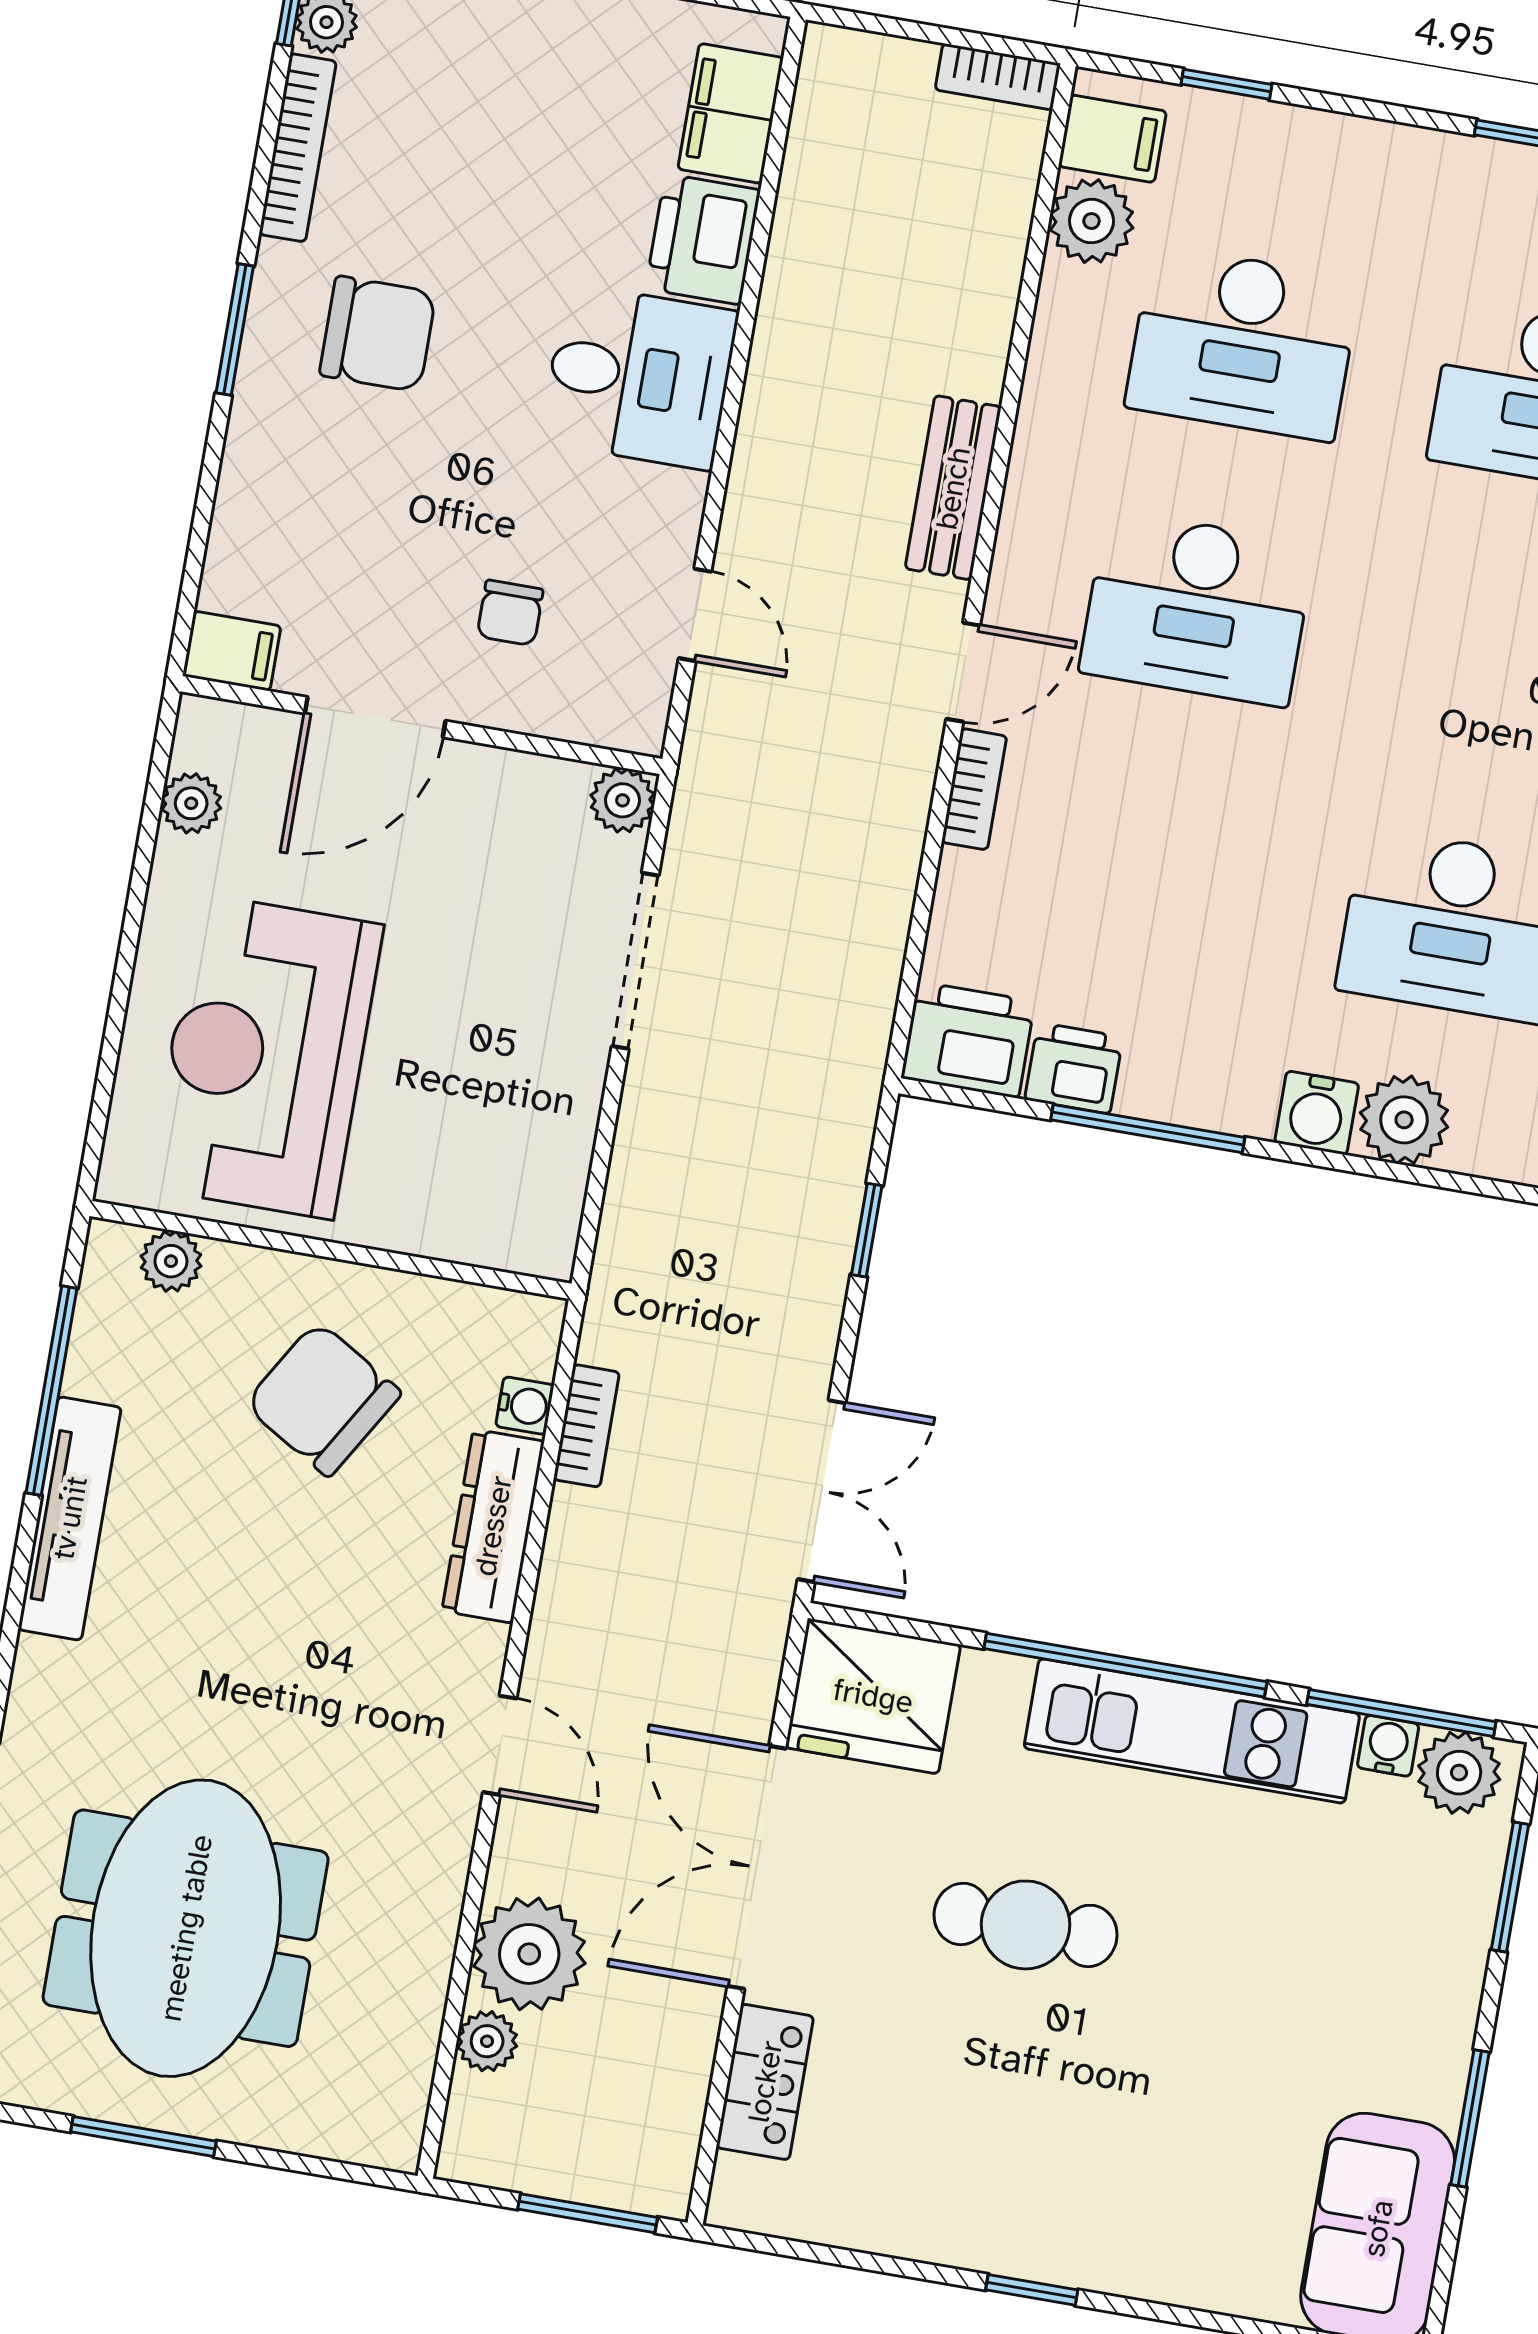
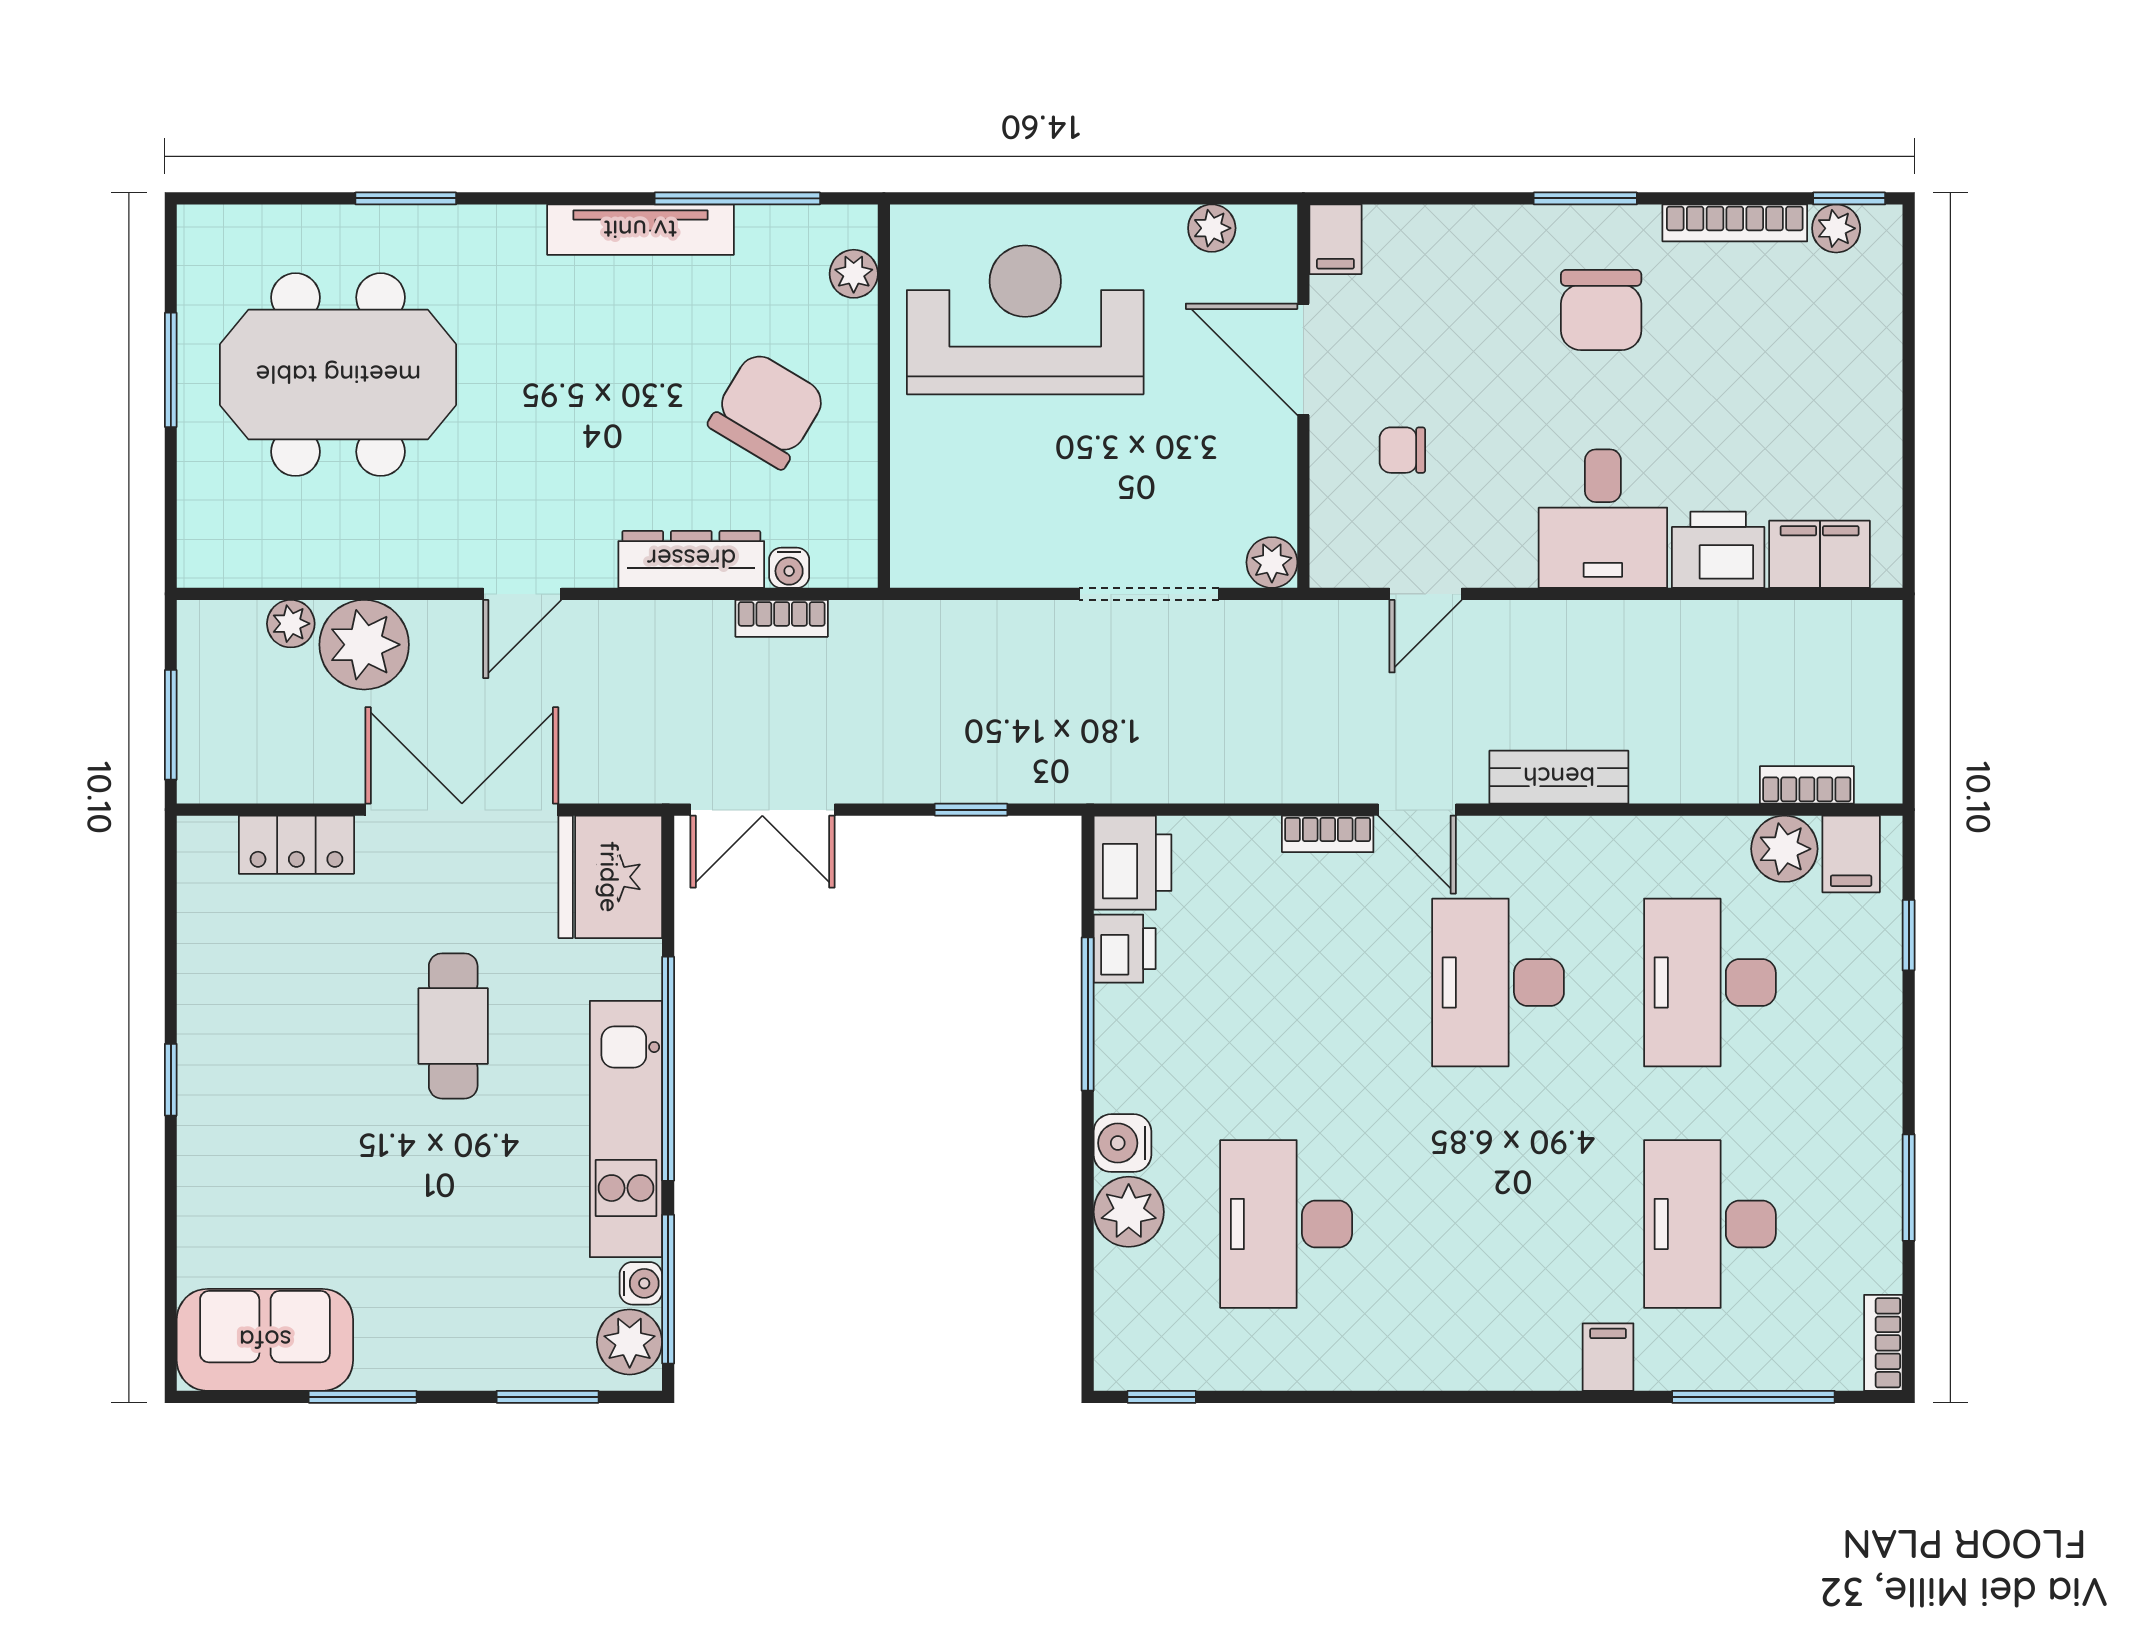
bookcase: (998, 77) -> (1807, 785), moved, turned 90

